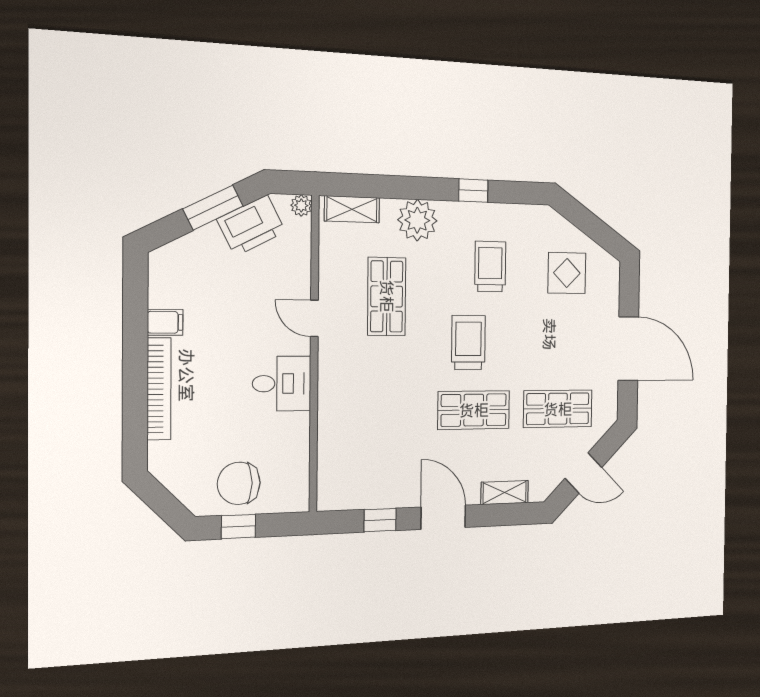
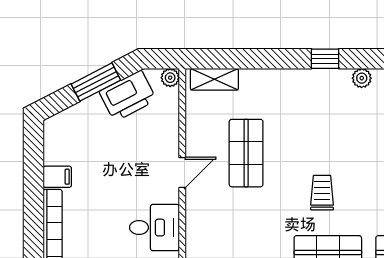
plant: (417, 220) -> (362, 78), moved, width x0.53, depth x0.53
trolley: (490, 267) -> (342, 125), removed
door: (314, 318) -> (182, 173), swing flipped
trolley: (468, 343) -> (322, 193), width x0.73, depth x0.72

